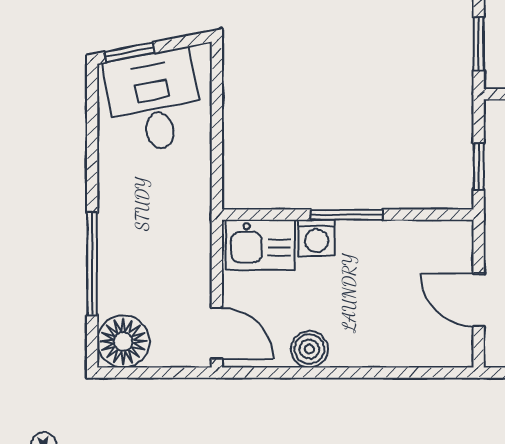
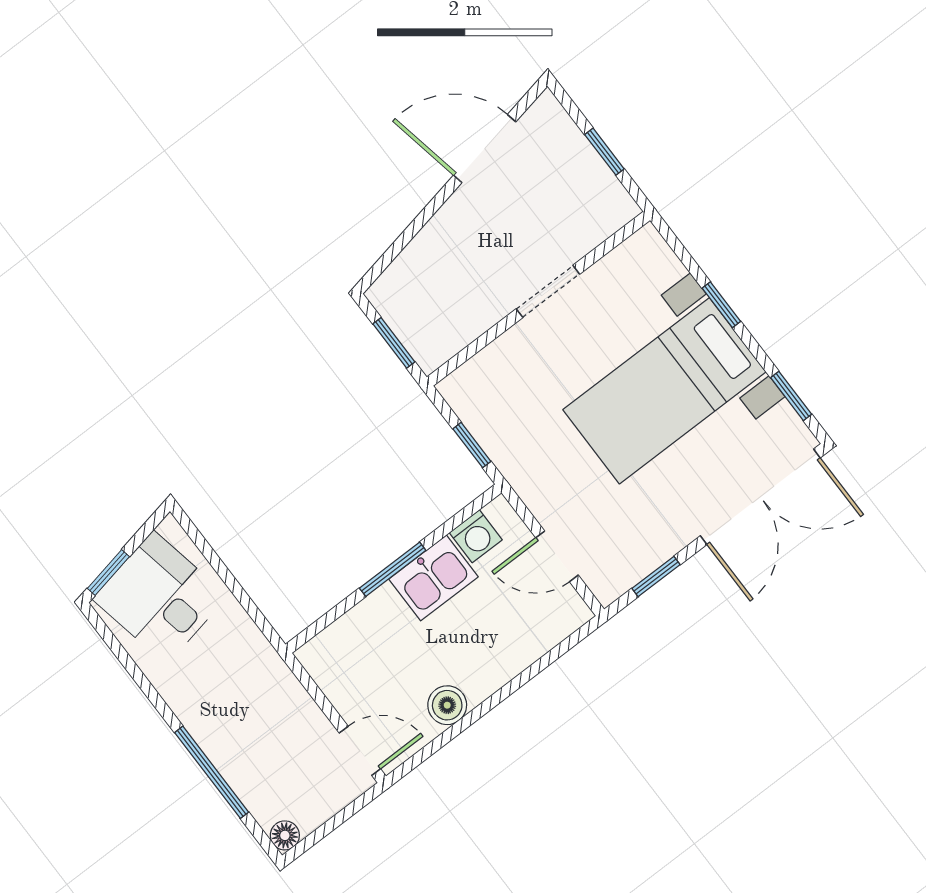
washing machine: (317, 238) -> (476, 536), moved
kitchen sink: (260, 245) -> (433, 578), moved
floor lamp: (123, 341) -> (285, 835), width x0.53, depth x0.53

